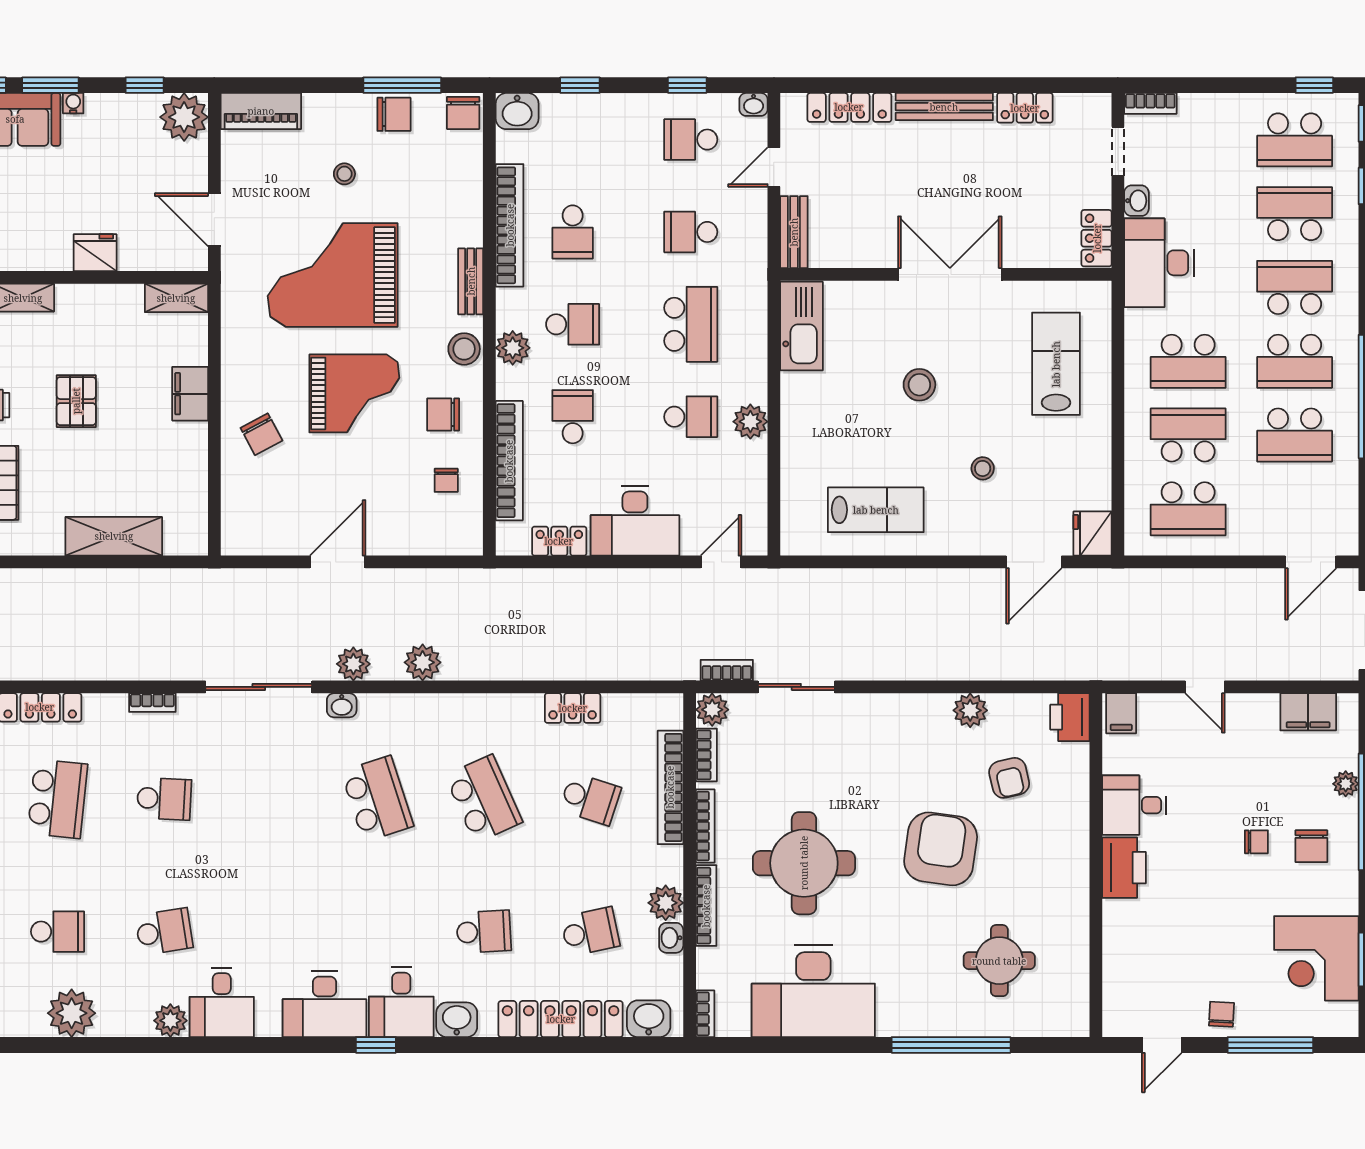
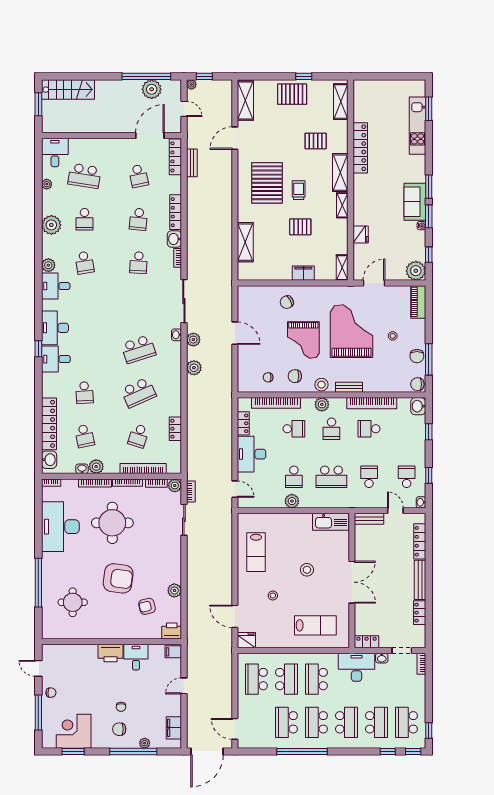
chair: (443, 415) -> (295, 376), turned -90
school desk: (58, 799) -> (139, 219), width x0.54
washbasin: (457, 1020) -> (174, 239), moved, turned 180

